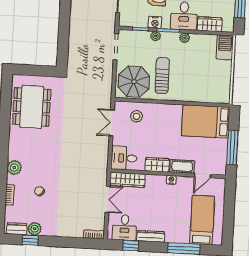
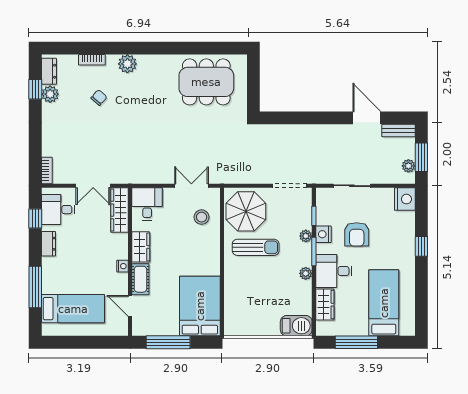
dresser: (151, 236) -> (49, 244), width x0.70

